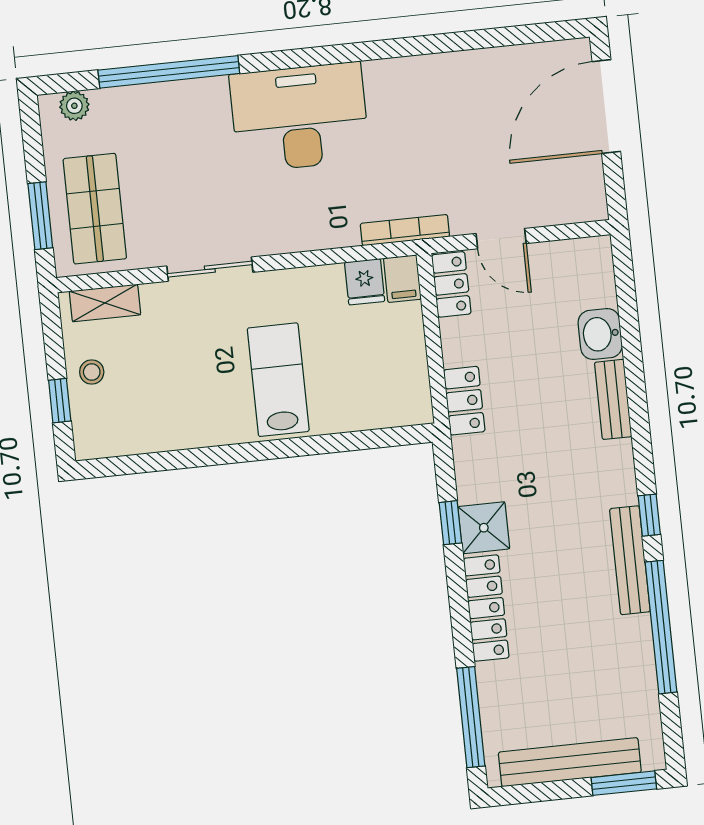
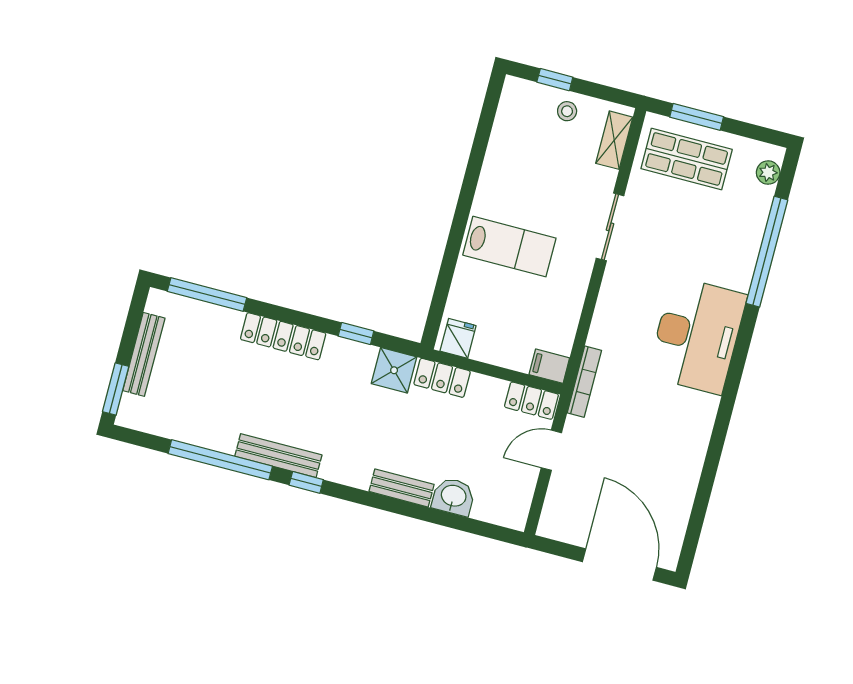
fridge: (365, 282) -> (458, 338), moved, turned 90
shower: (484, 528) -> (394, 370), moved
bench: (570, 762) -> (144, 354), width x0.73, depth x0.82

